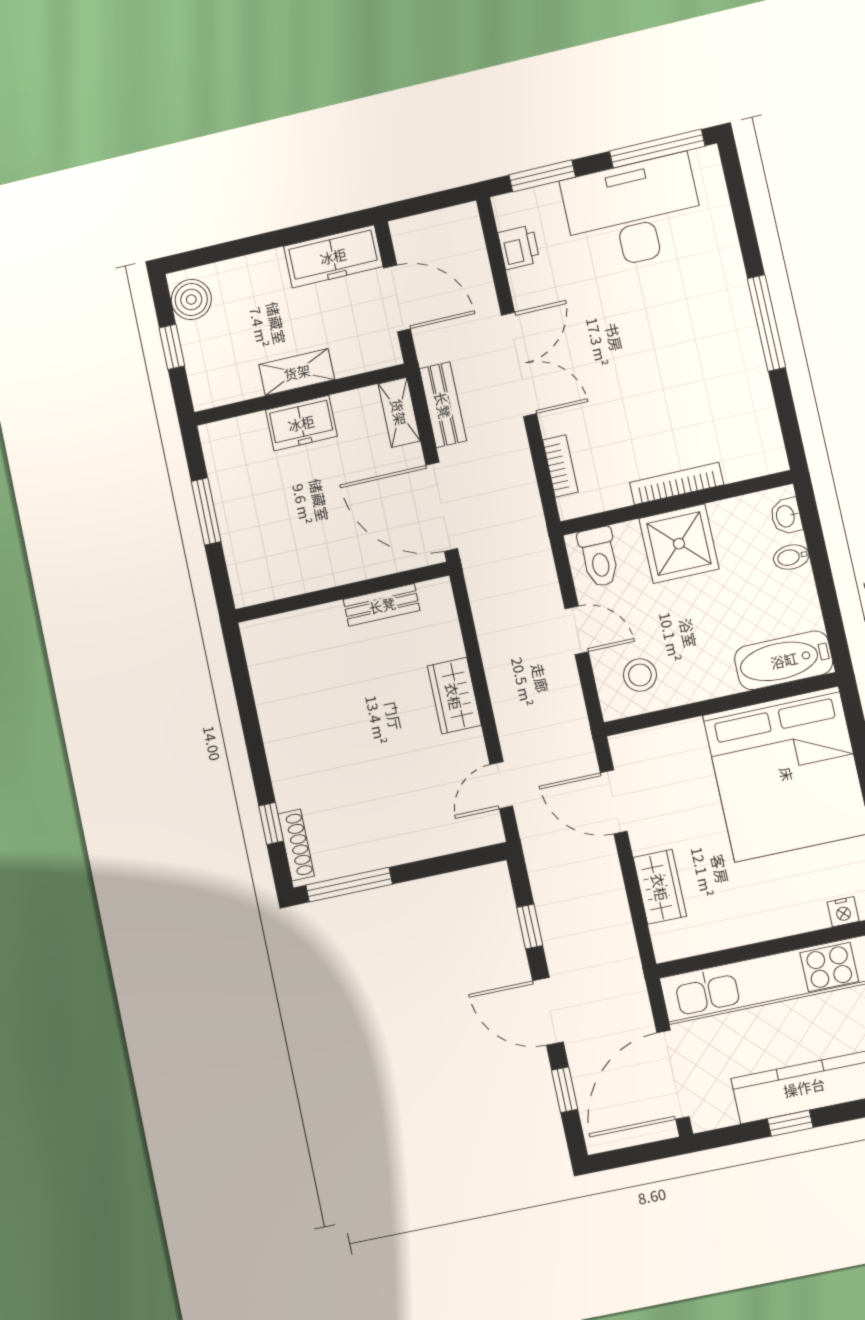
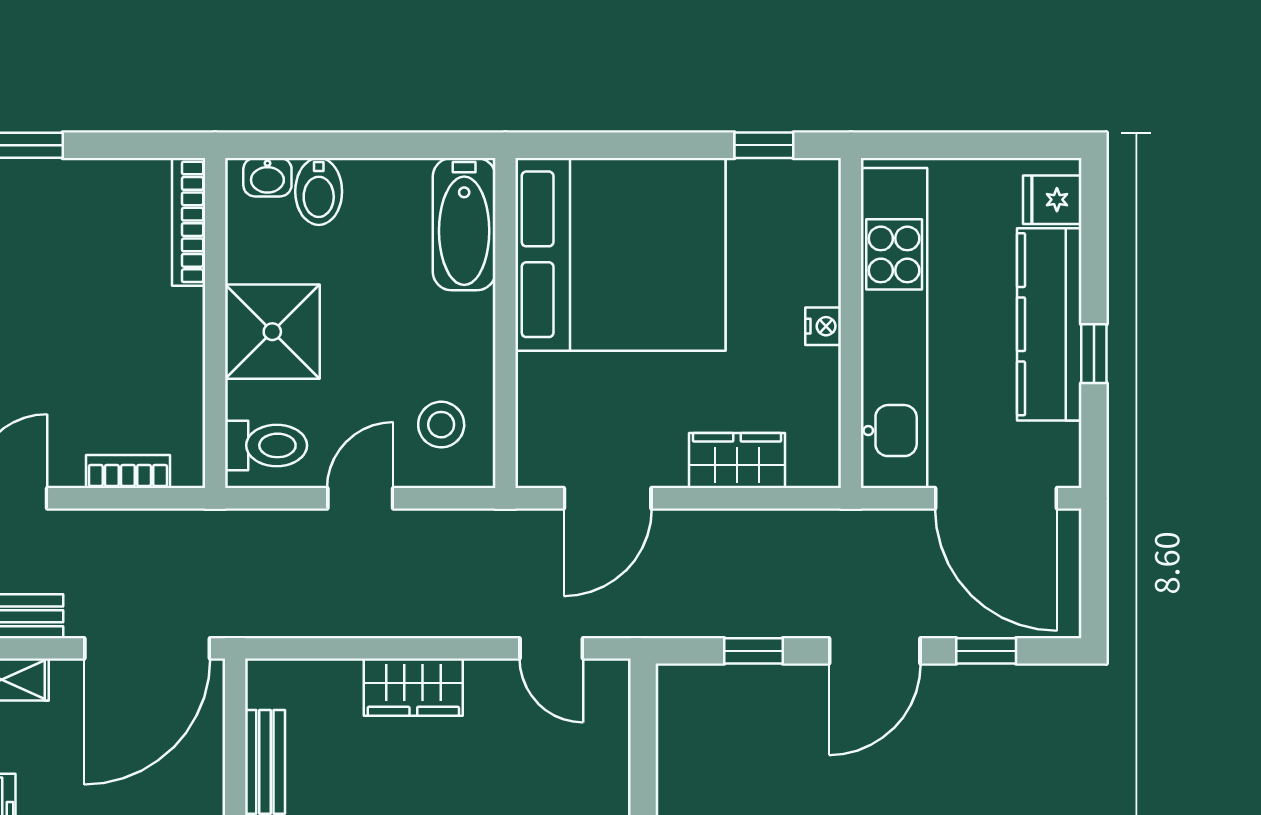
bookcase: (677, 484) -> (189, 222), moved
bidet: (791, 557) -> (319, 191), width x1.38, depth x1.36
nightstand: (843, 912) -> (823, 326), moved

